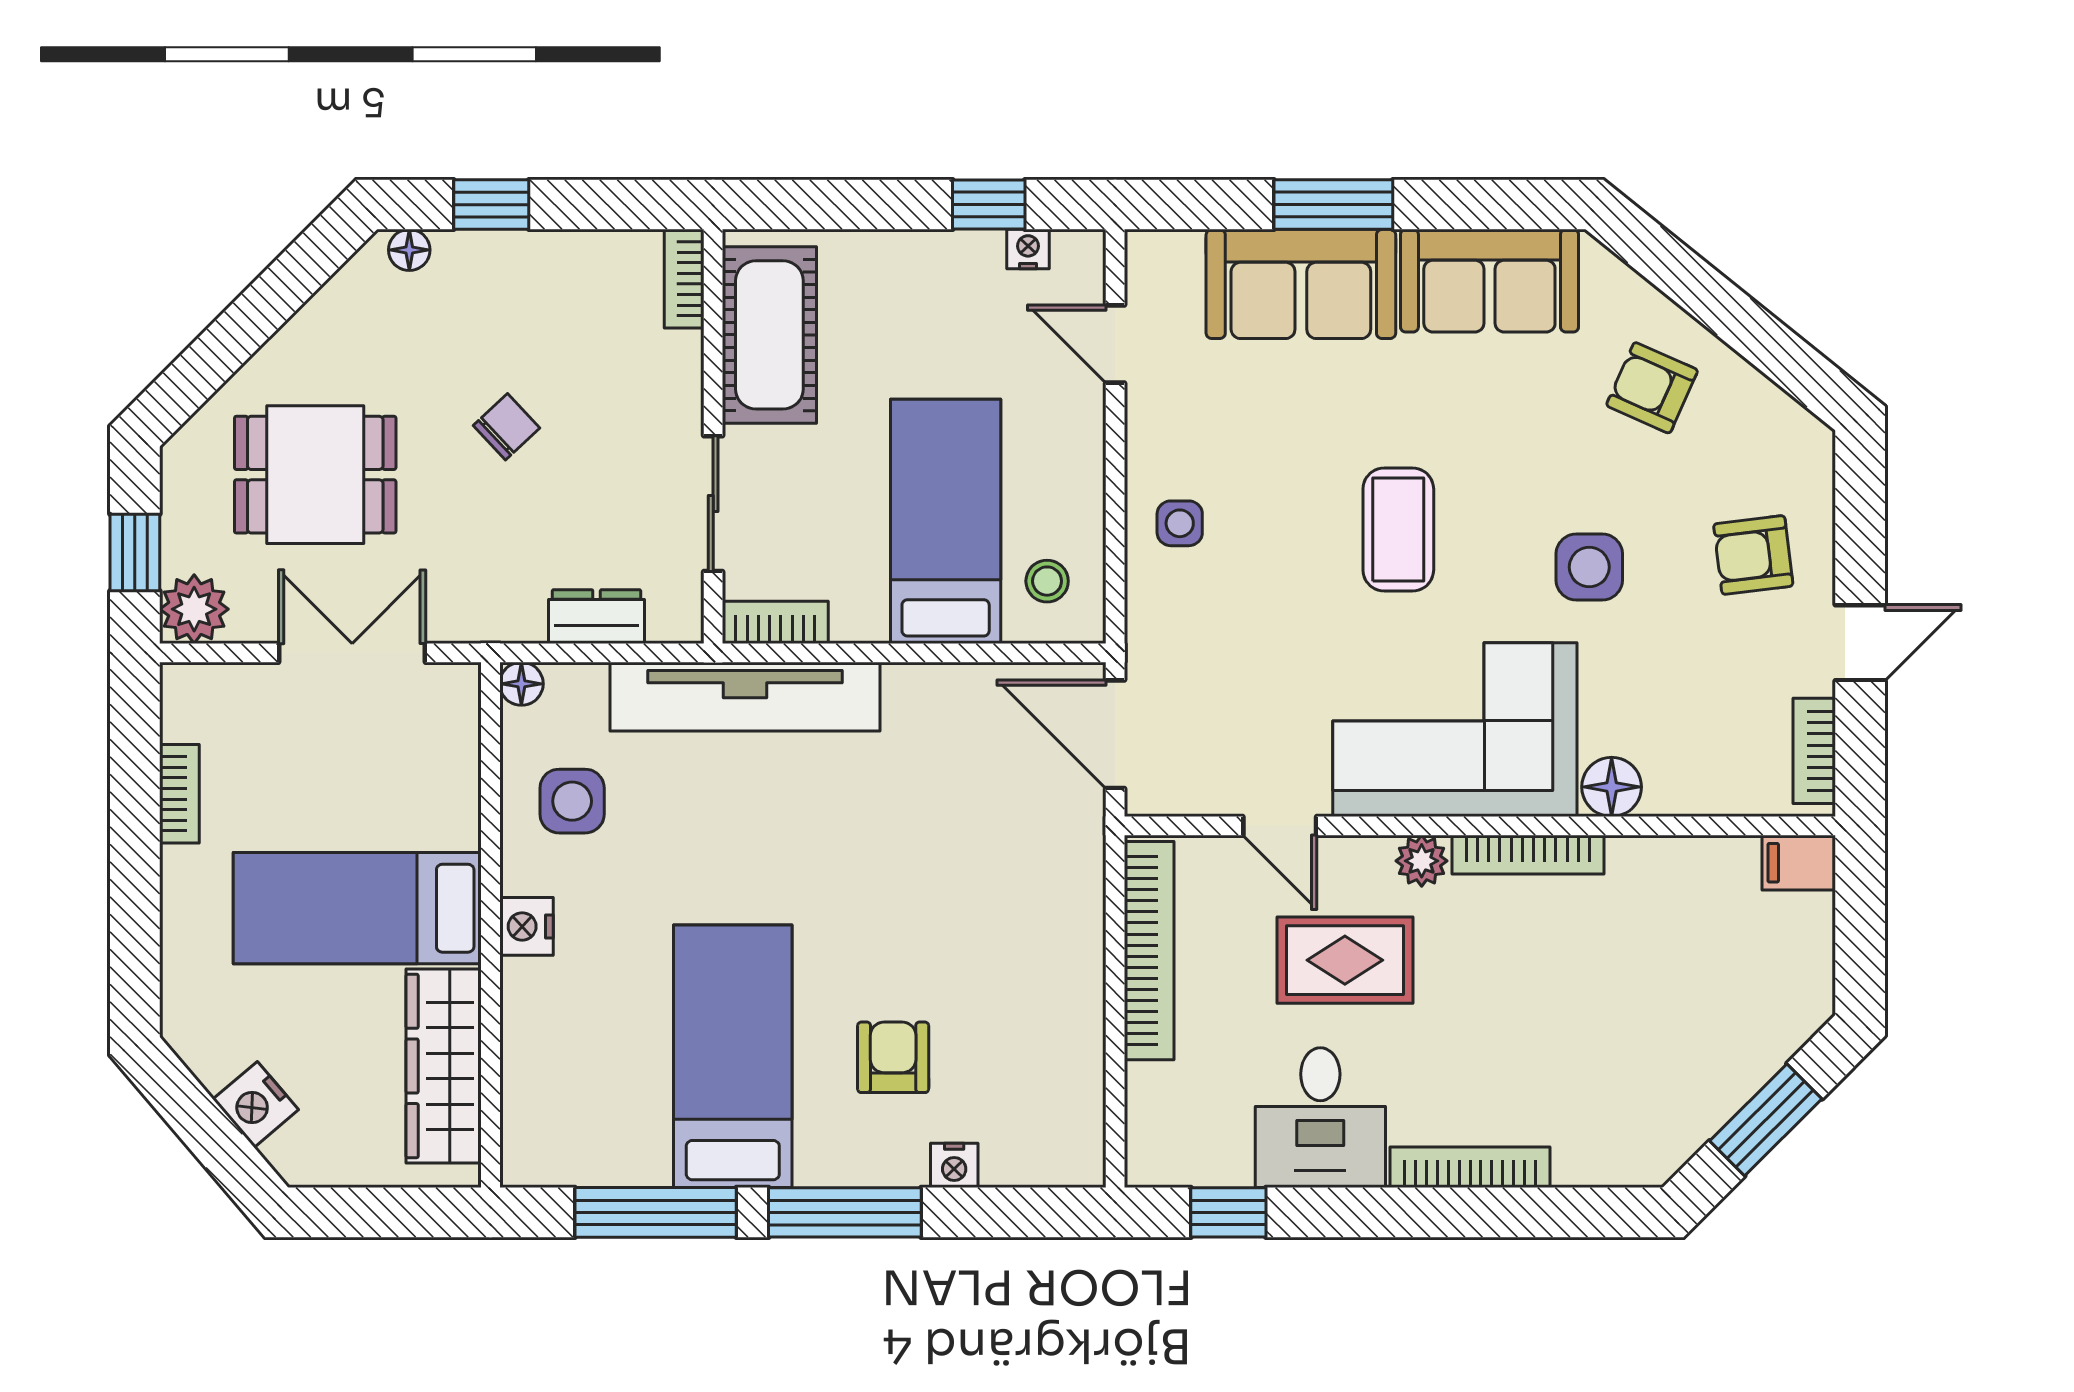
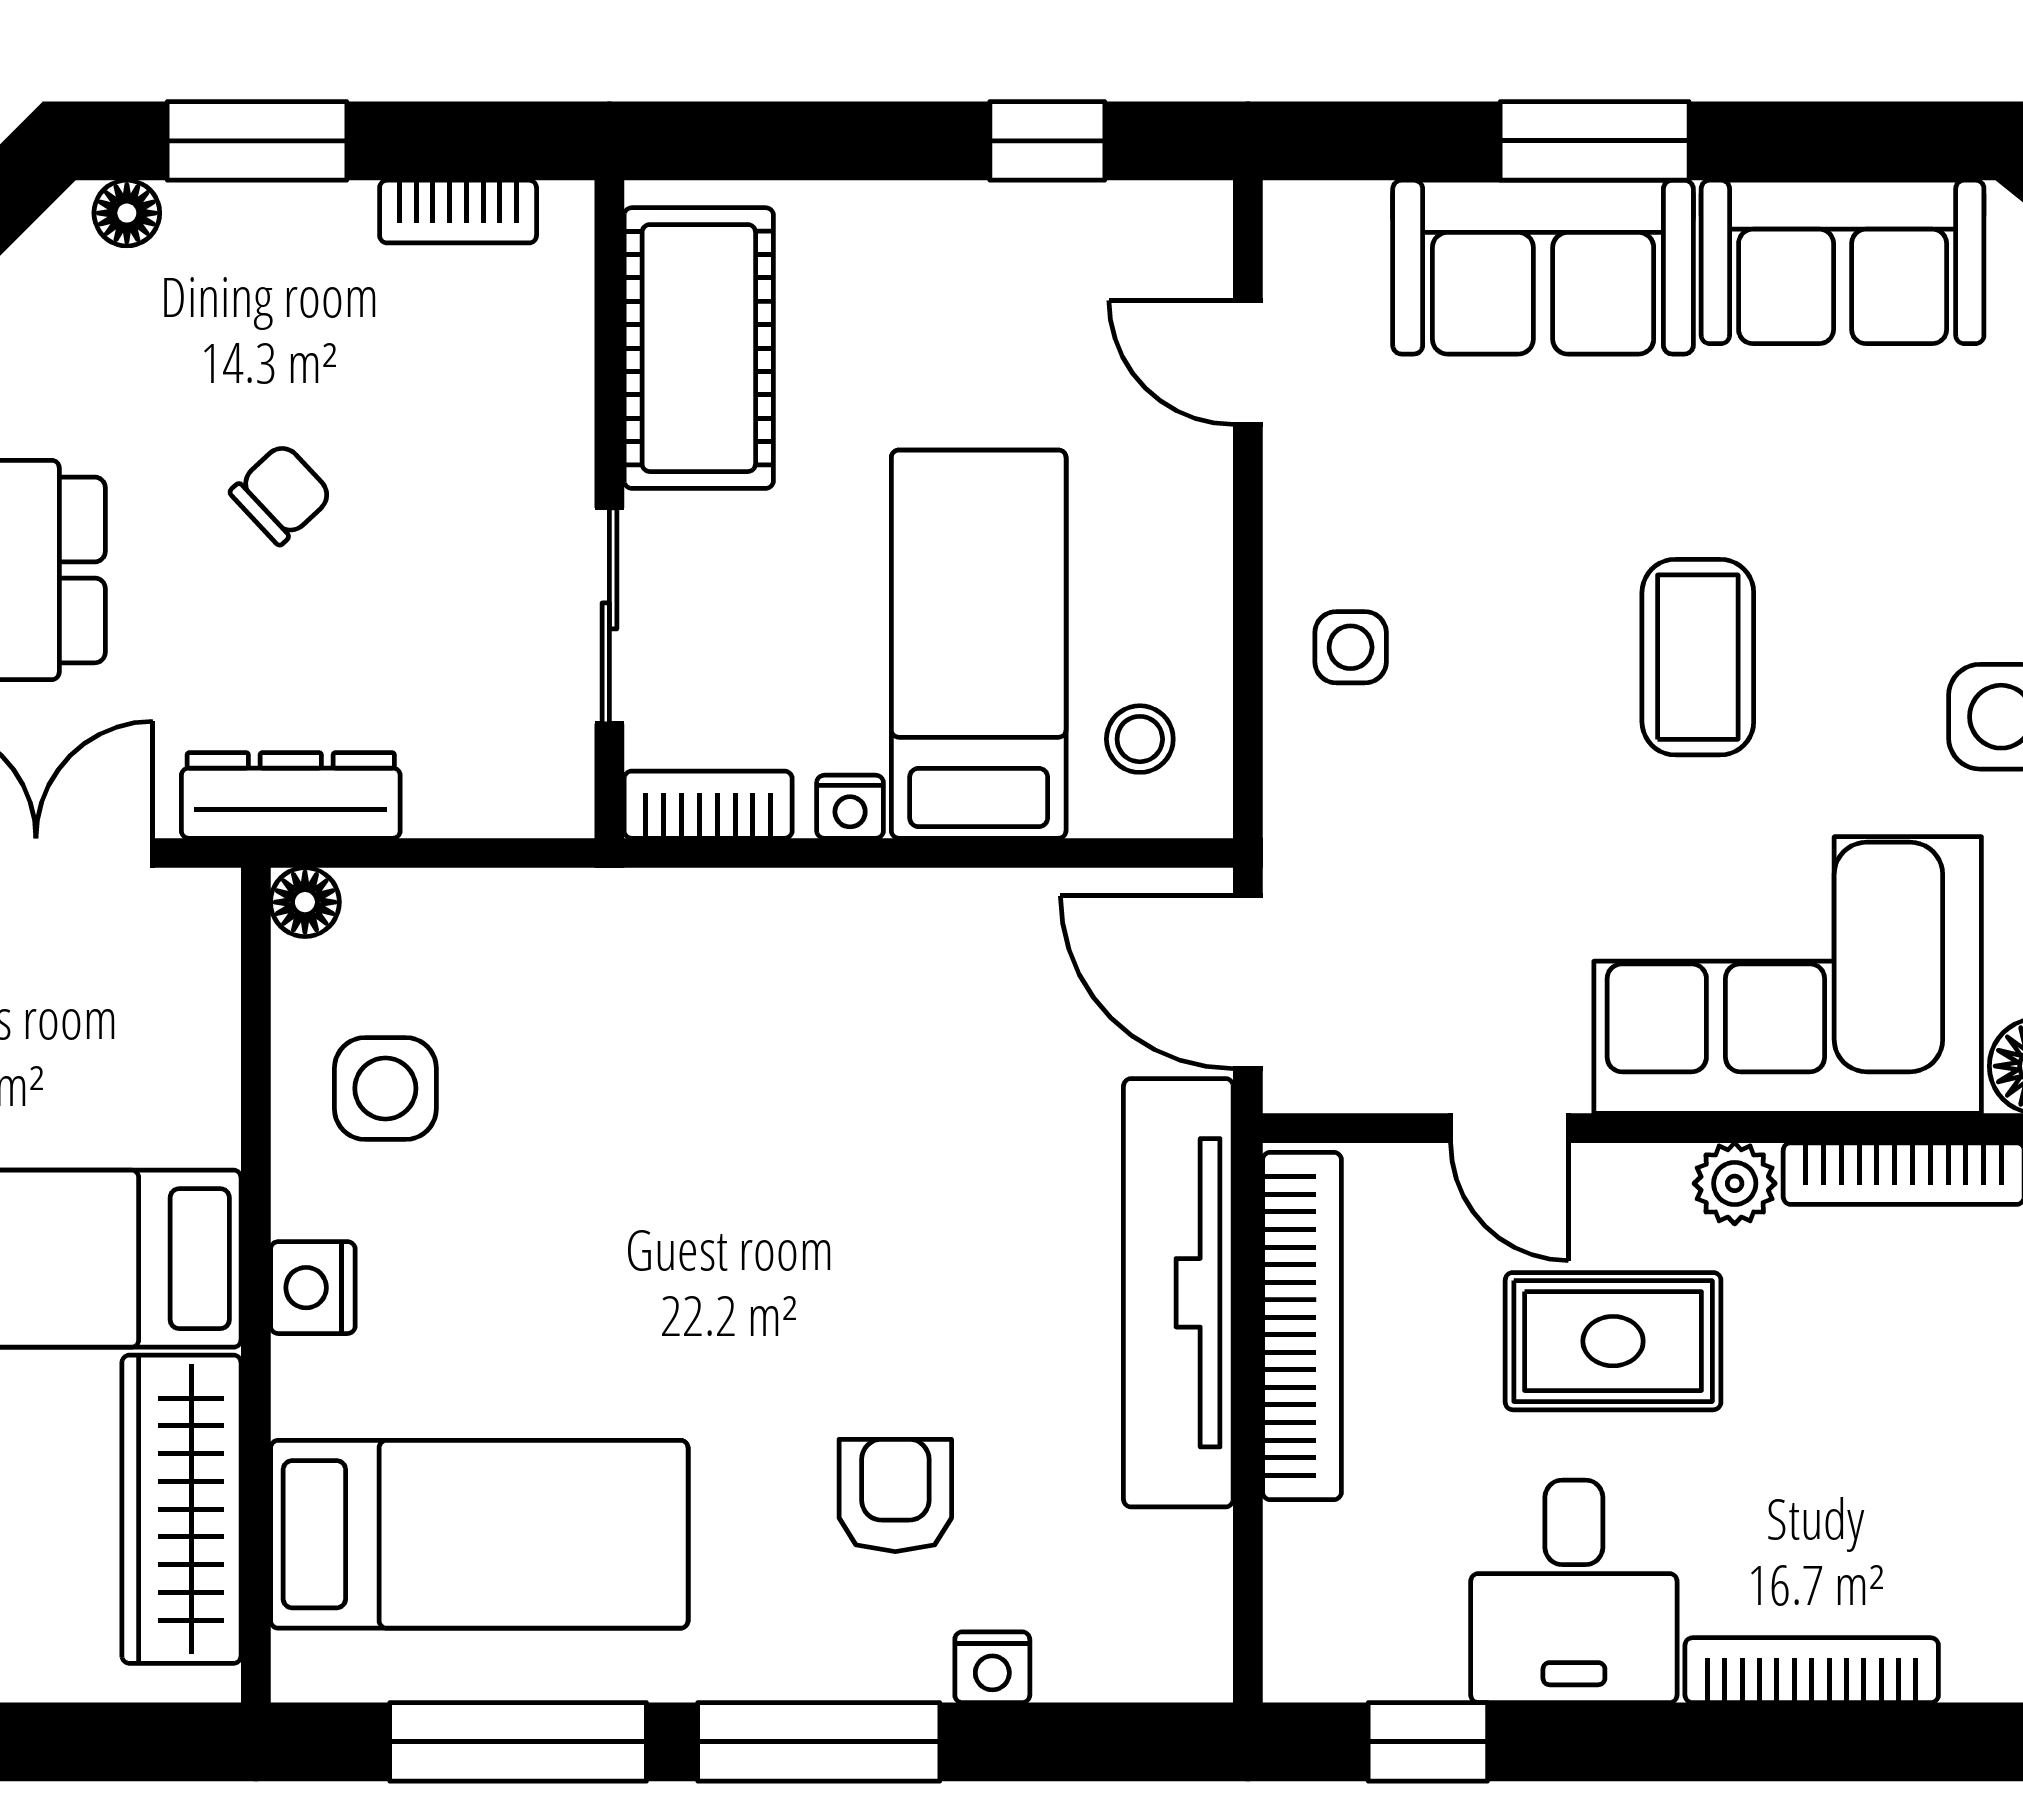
window: (491, 205) -> (257, 141), width x1.50
nightstand: (1028, 249) -> (850, 807), moved, turned 180
bookcase: (684, 279) -> (458, 212), moved, turned -90
dresser: (597, 617) -> (291, 795), moved, width x1.44
tv unit: (745, 697) -> (1178, 1293), moved, turned 90
bed: (733, 1056) -> (479, 1534), moved, turned 90

